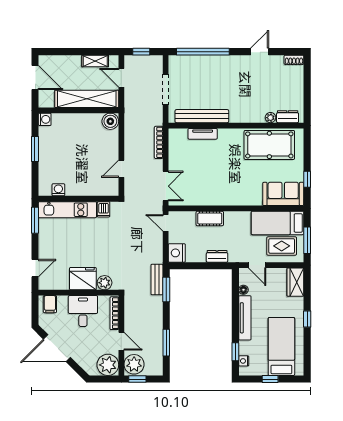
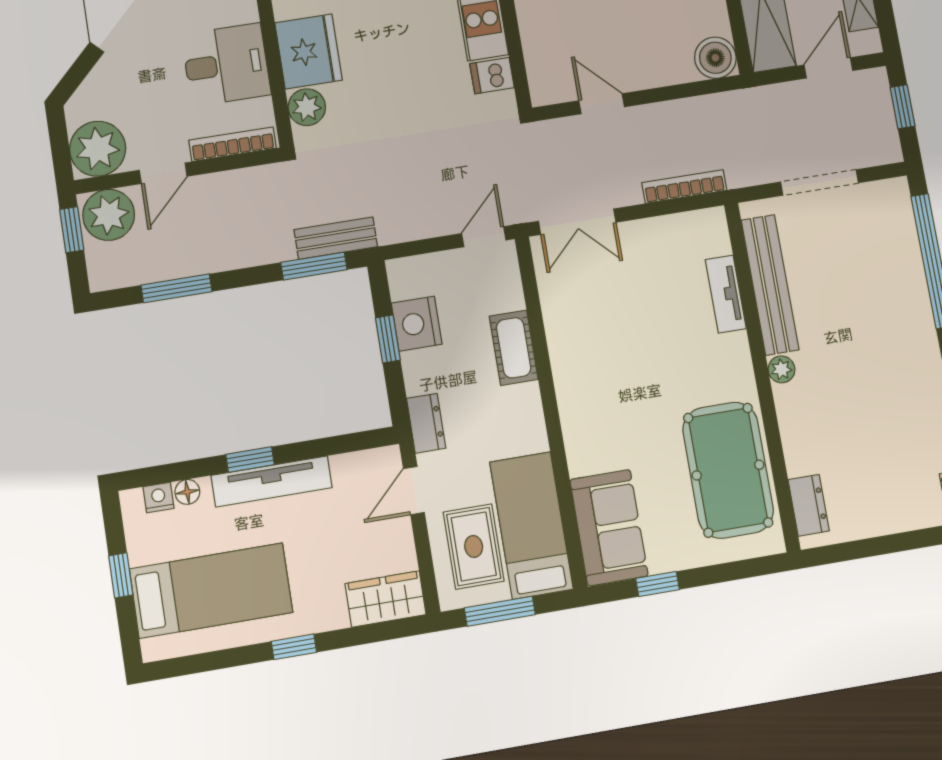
plant: (270, 118) -> (782, 369), moved
nightstand: (177, 253) -> (417, 324), moved, turned -90
dresser: (217, 256) -> (426, 423), moved
window: (199, 266) -> (388, 339), added
floor lamp: (243, 290) -> (187, 492), moved
window: (235, 352) -> (250, 460), moved

